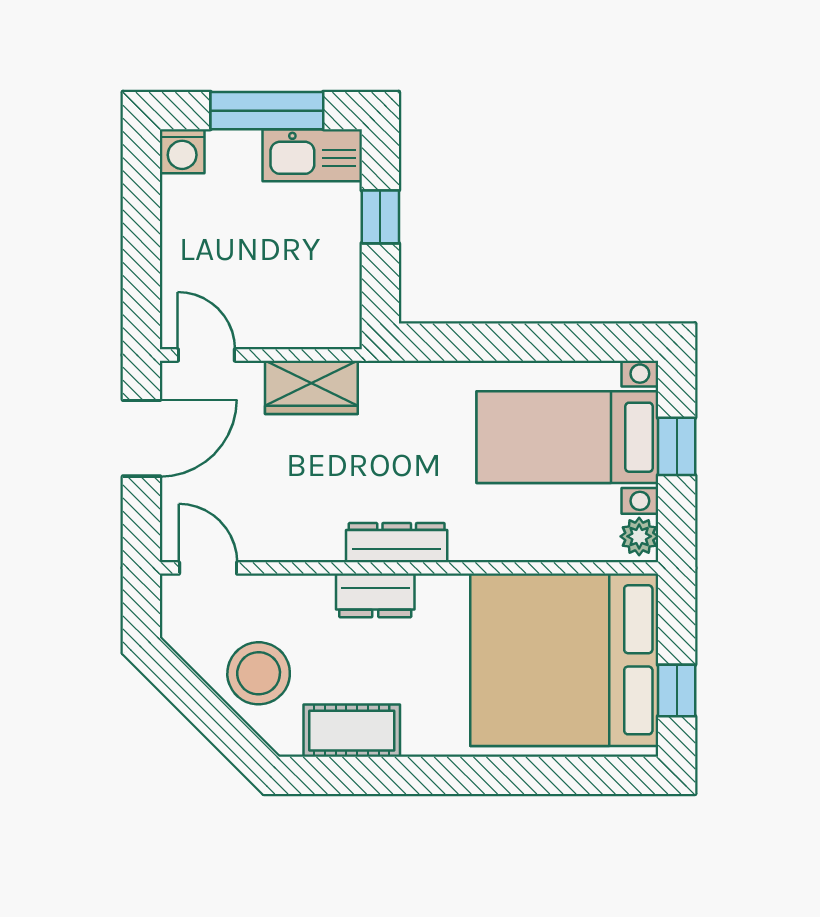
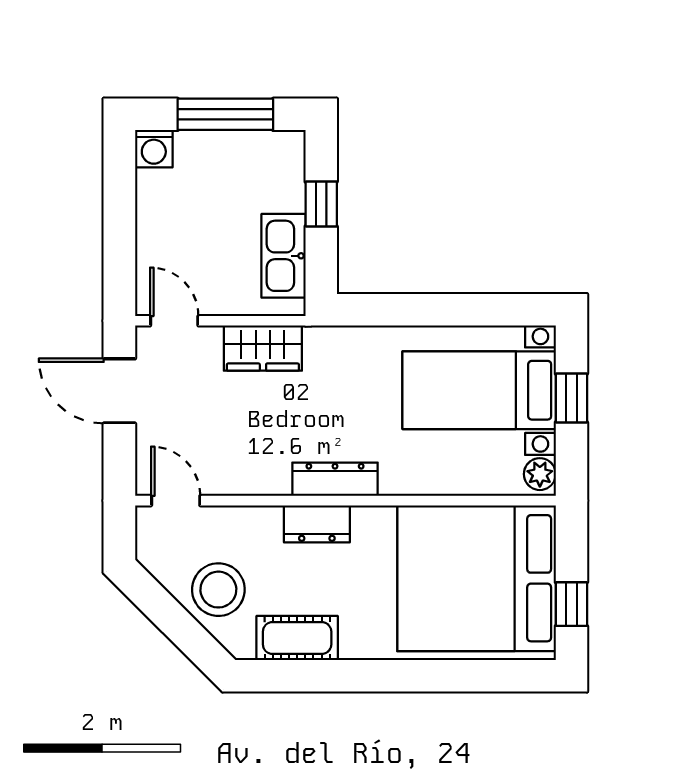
kitchen sink: (312, 155) -> (283, 256), moved, turned 90
door: (141, 438) -> (119, 391), swing flipped

